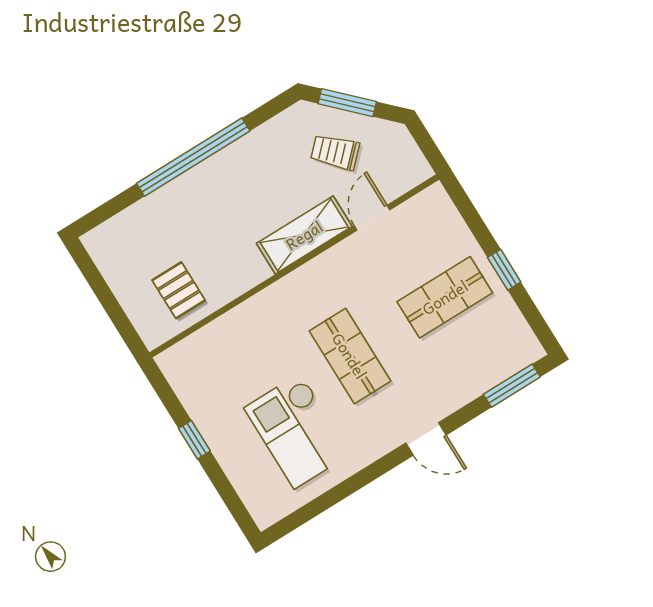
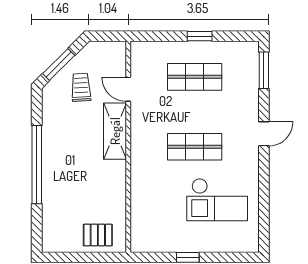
trolley: (335, 152) -> (81, 87), turned 132
pallet: (179, 290) -> (98, 235), moved
shop shelf: (445, 297) -> (195, 77), turned 90

